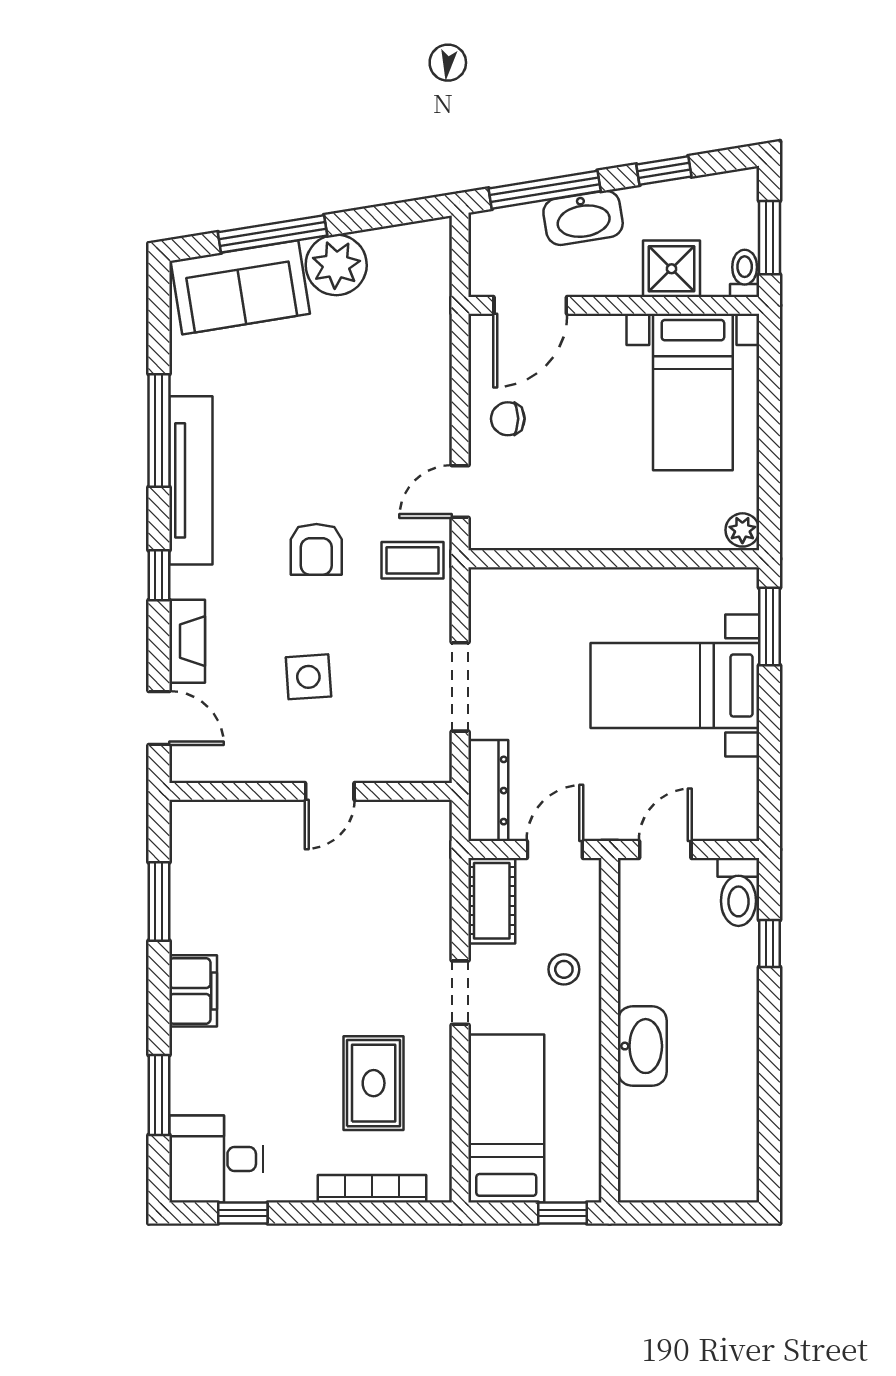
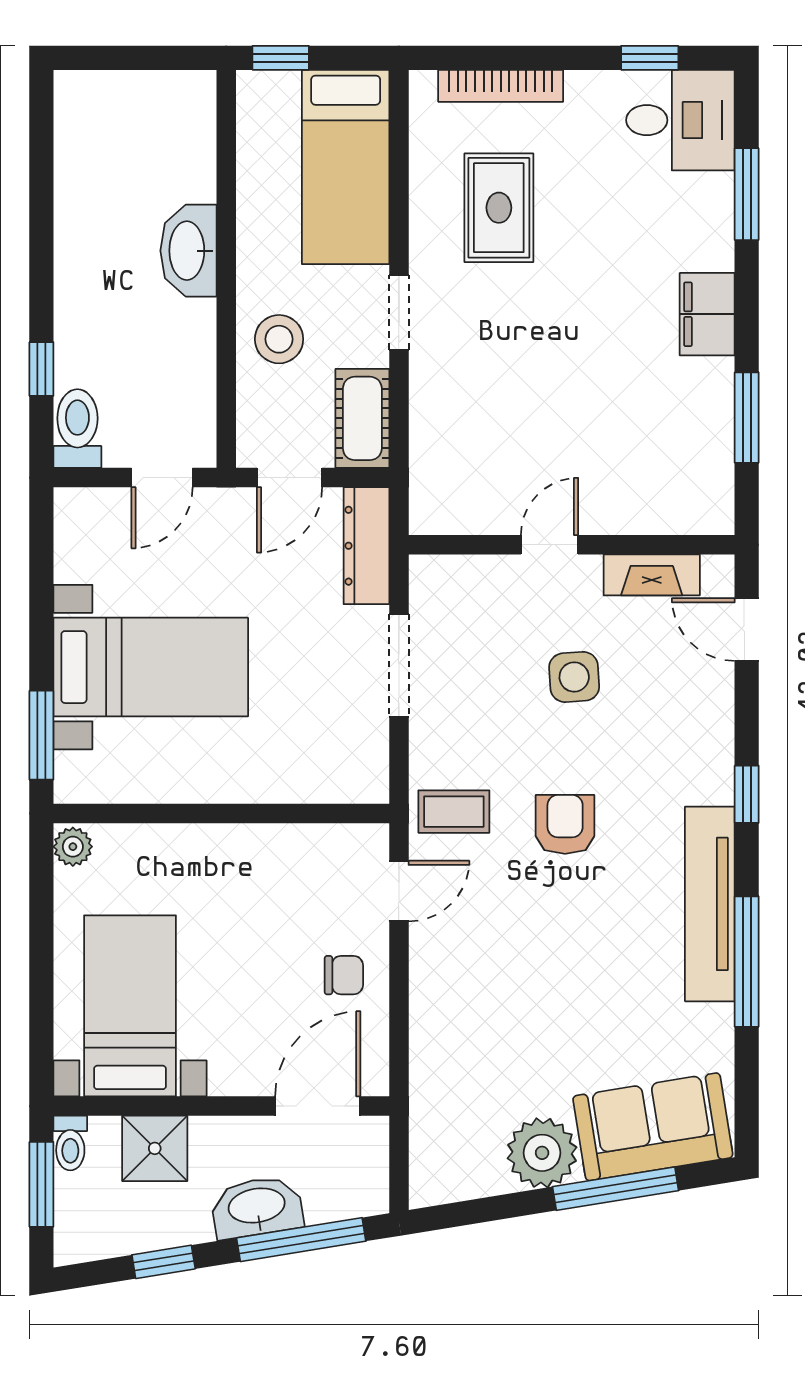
fireplace: (187, 641) -> (652, 575), moved, turned -90
stool: (564, 969) -> (279, 339), width x1.37, depth x1.37

